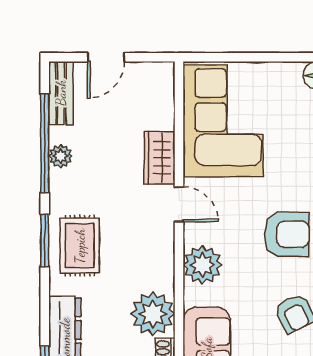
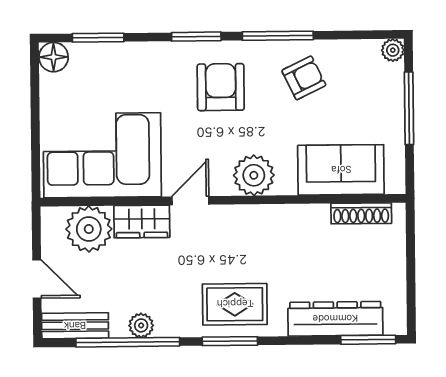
plant: (153, 314) -> (89, 229), moved

